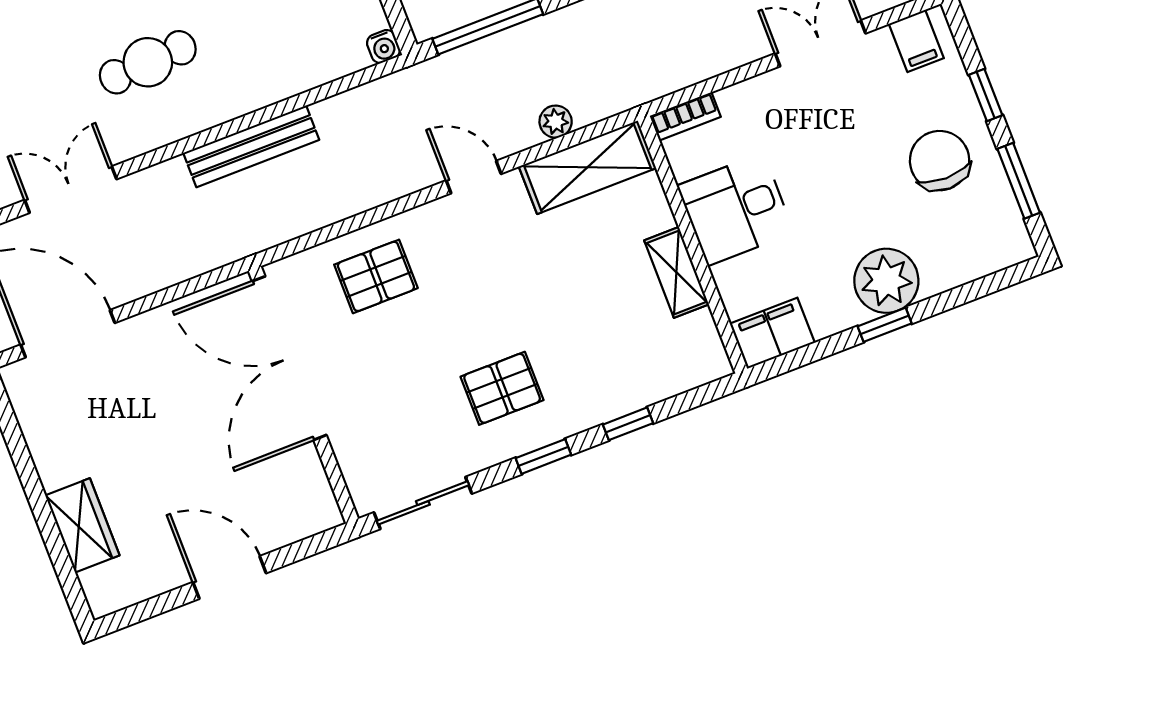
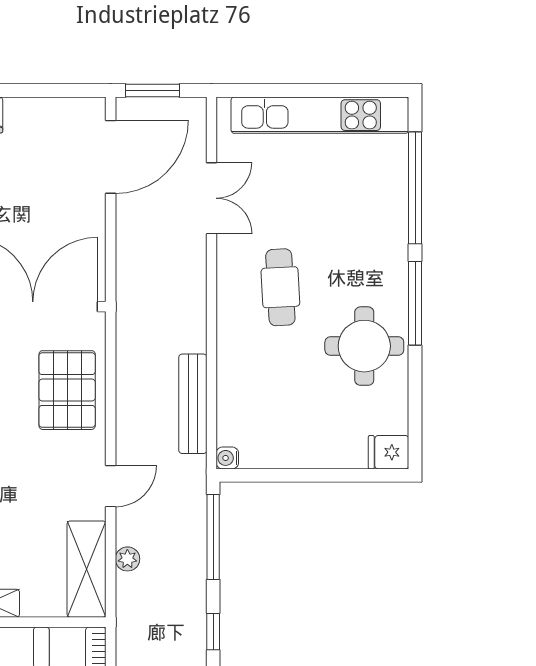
bench: (251, 146) -> (193, 404), moved
pallet: (376, 276) -> (67, 390), width x1.50, depth x1.42

